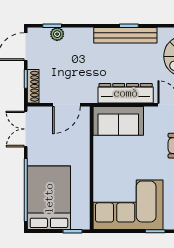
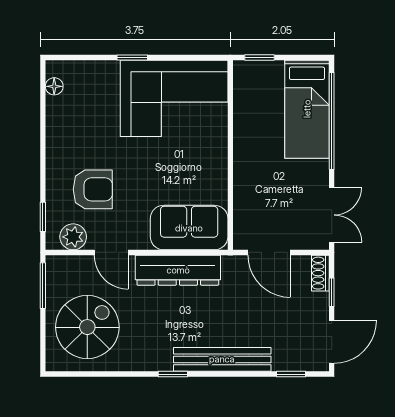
plant: (57, 34) -> (283, 361), removed
bench: (125, 35) -> (222, 359), moved
shoe rack: (33, 86) -> (320, 273), width x0.70
door: (66, 105) -> (269, 252), swing flipped
bed: (49, 198) -> (307, 109), width x0.67

